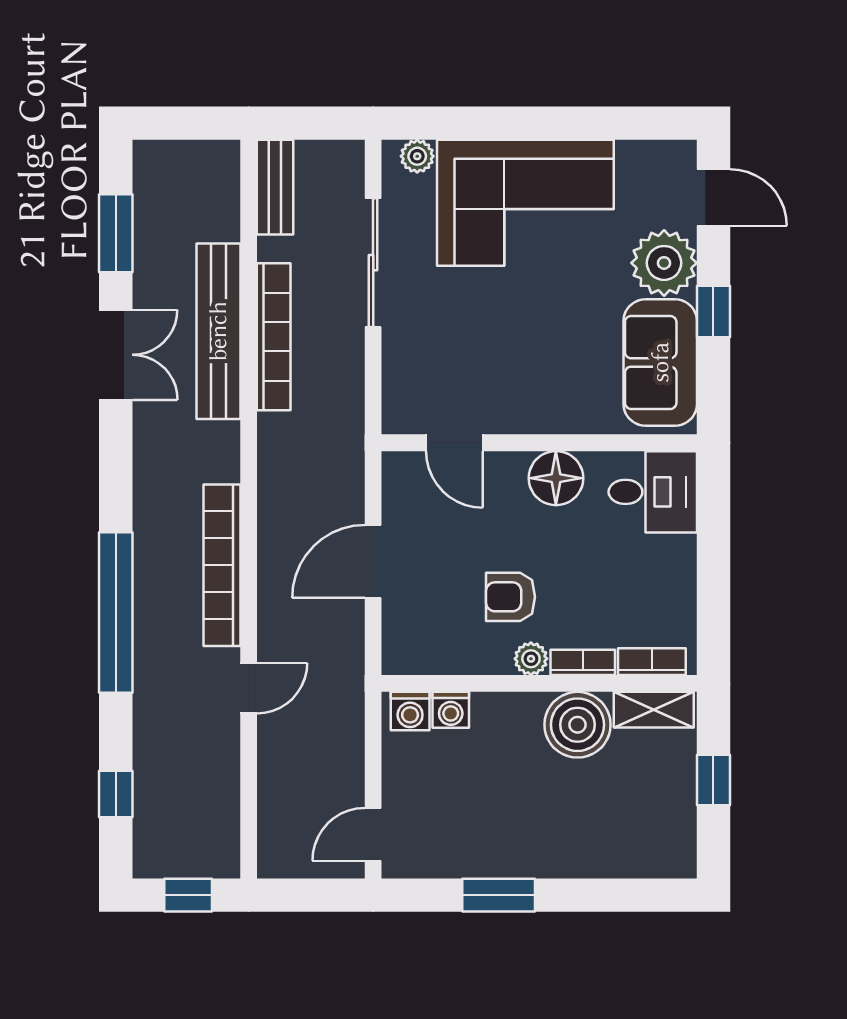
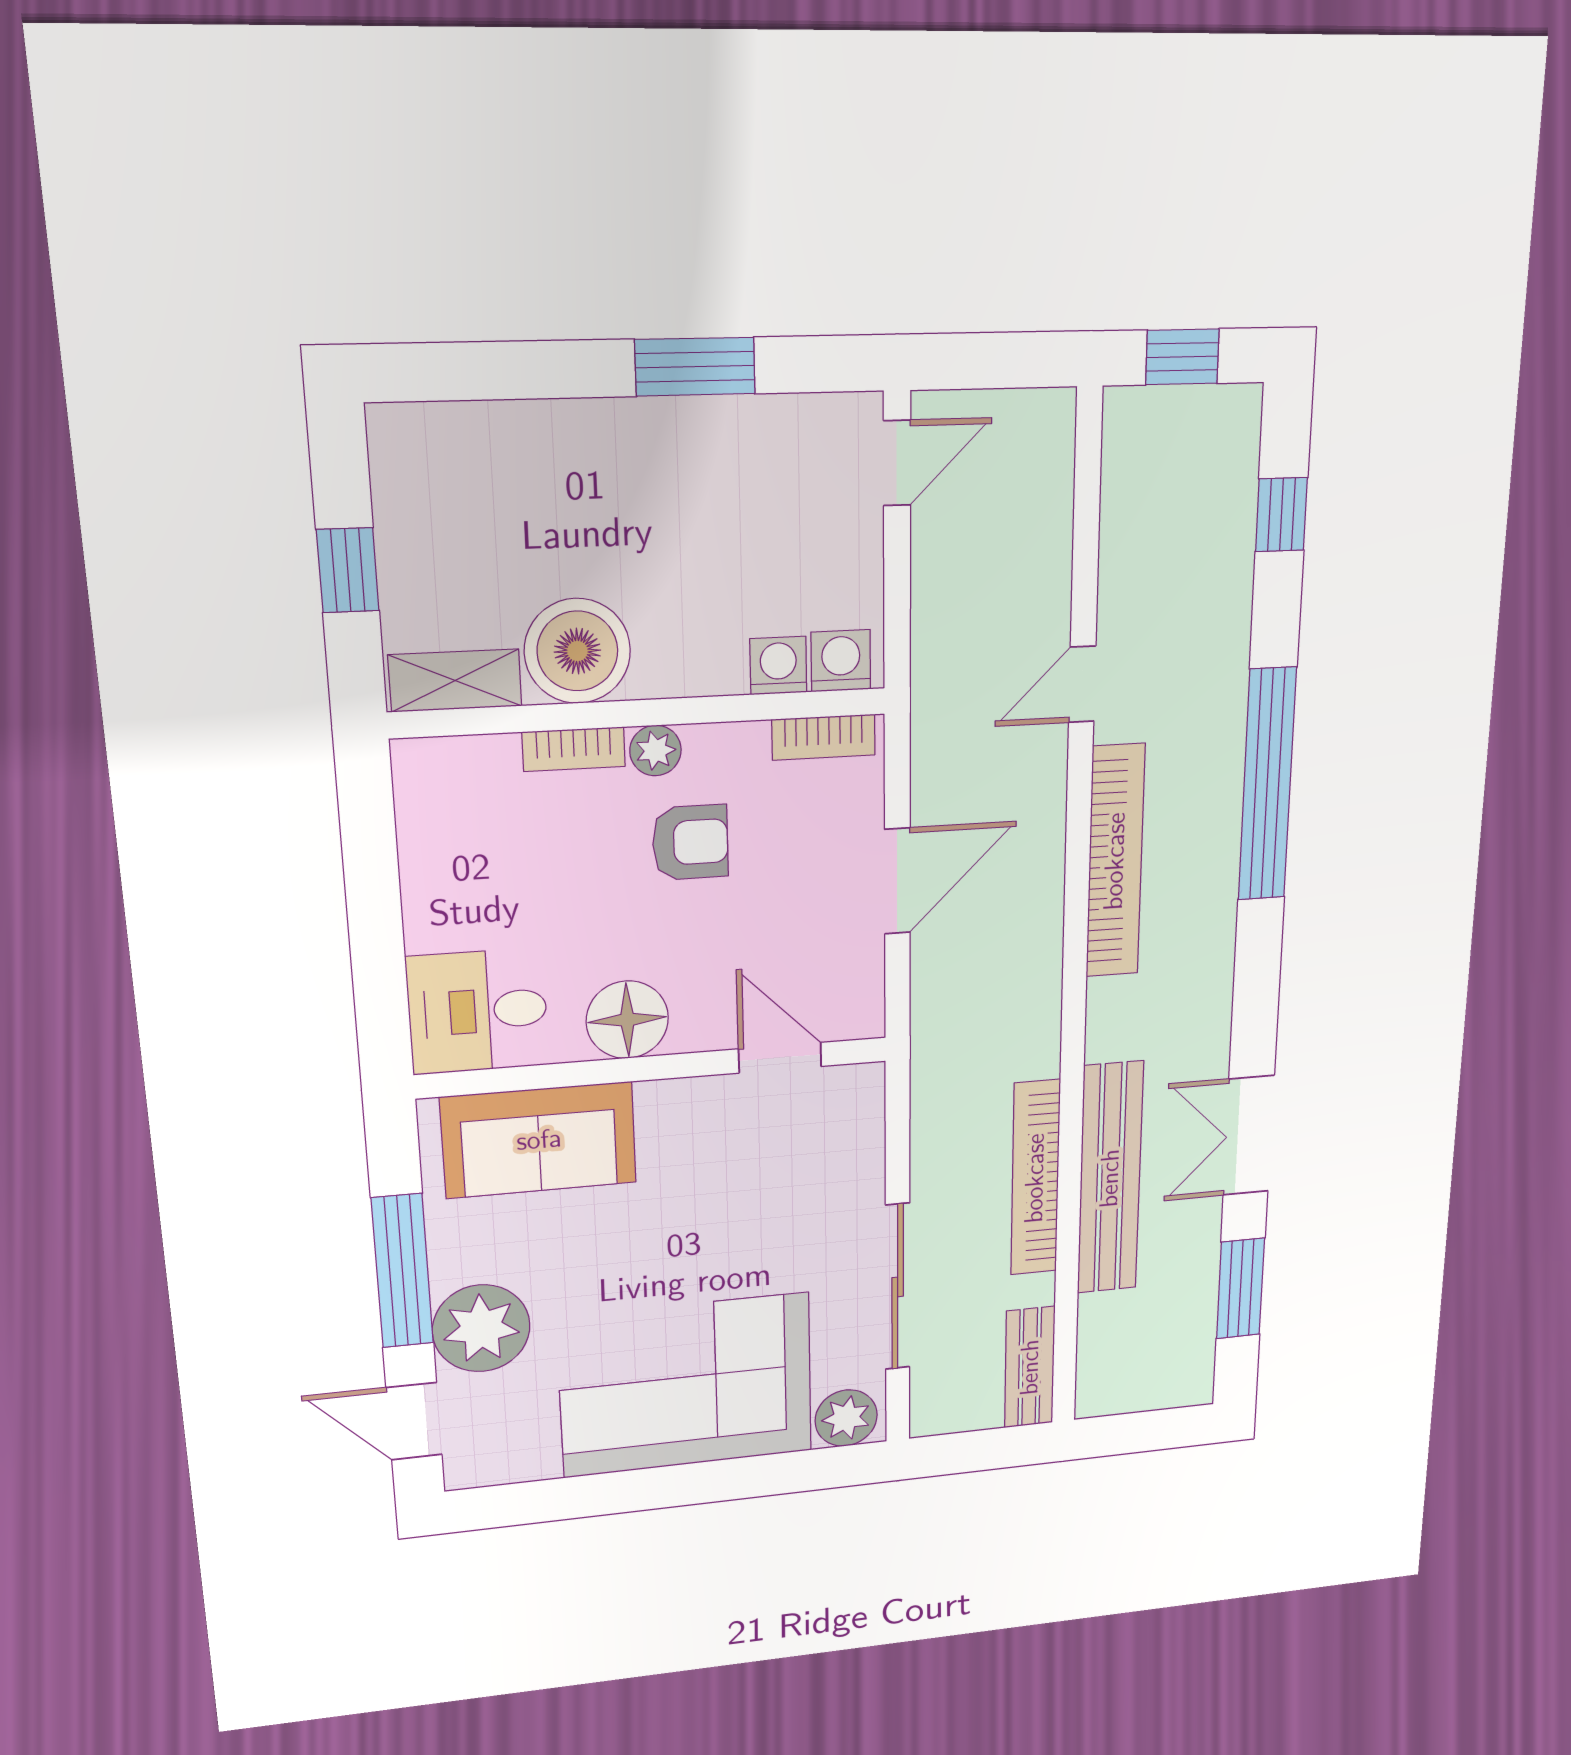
plant: (417, 156) -> (846, 1418), width x1.38, depth x1.38
window: (713, 311) -> (402, 1271), width x2.17
sofa: (660, 362) -> (539, 1140), moved, turned 90
bookcase: (652, 662) -> (824, 737), moved

